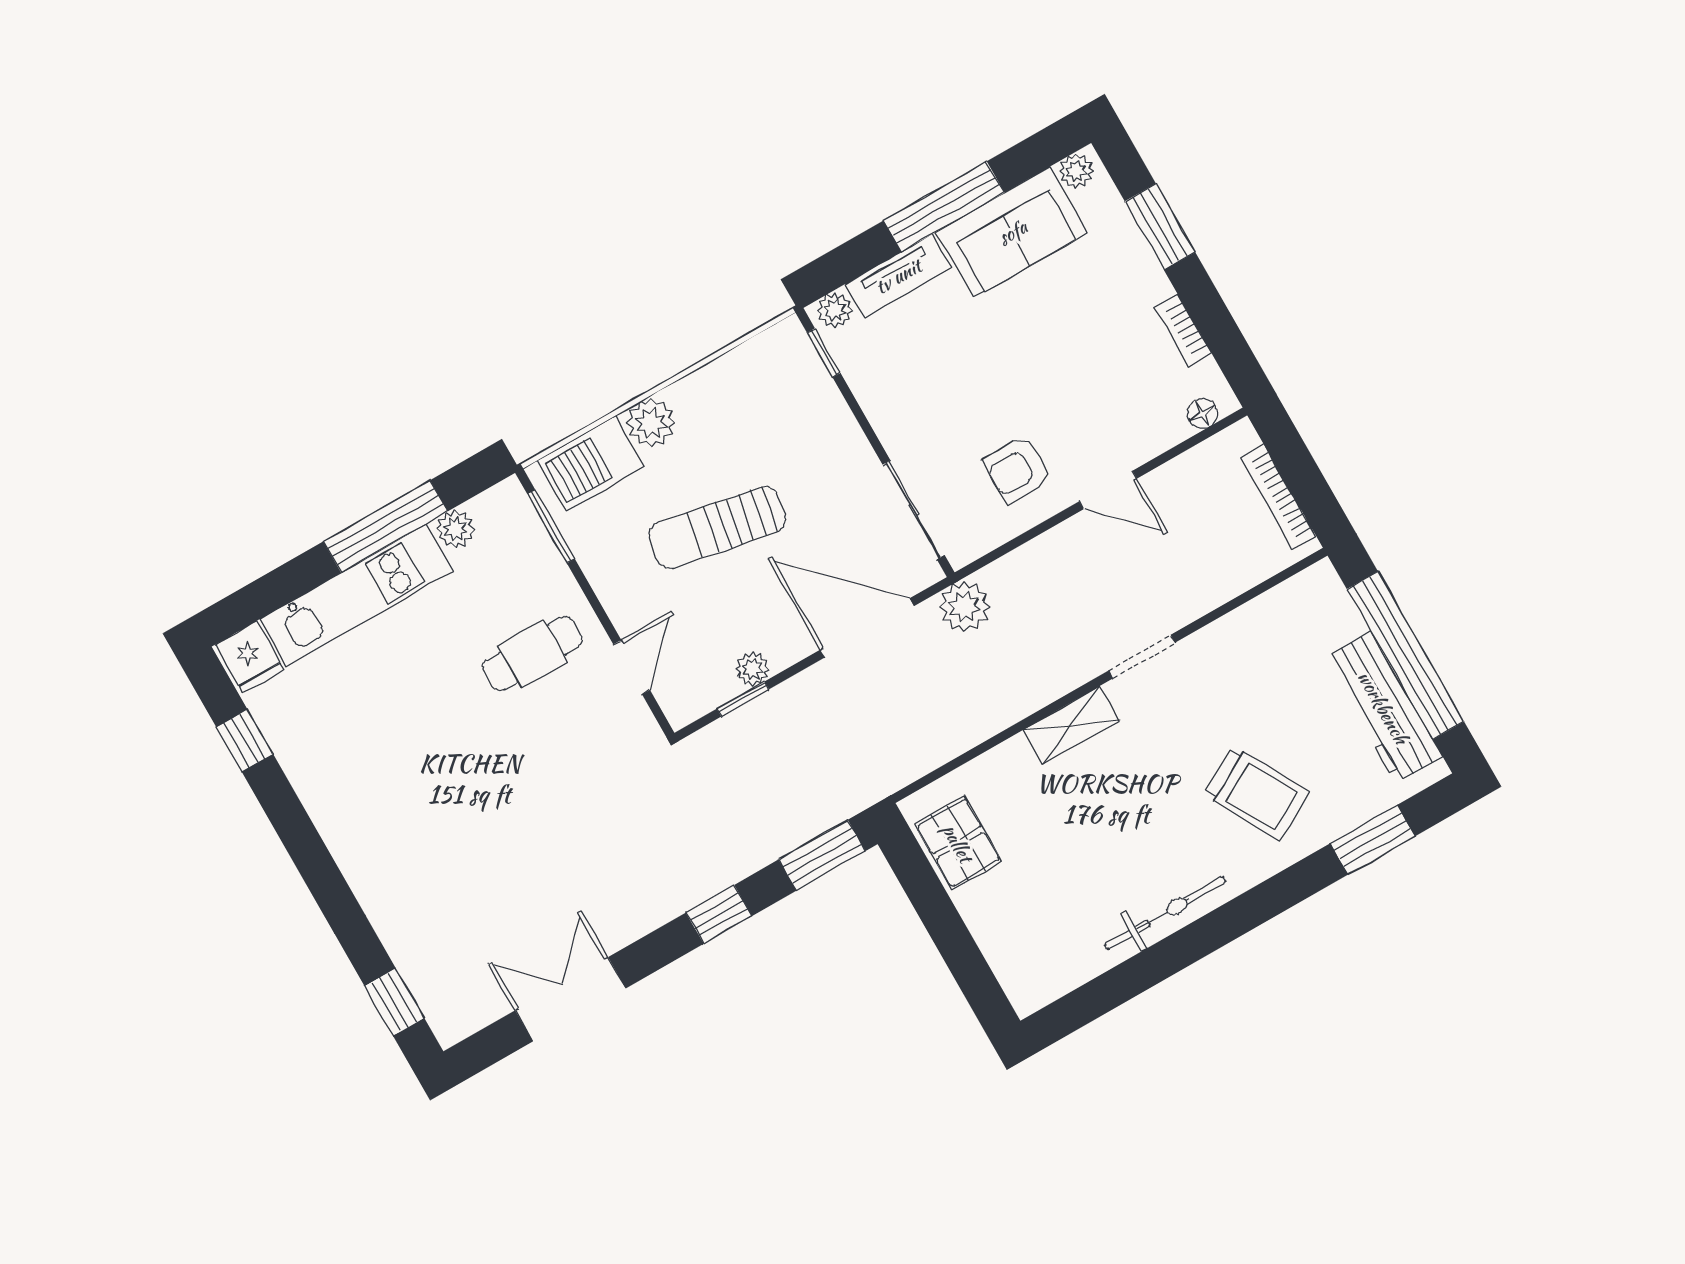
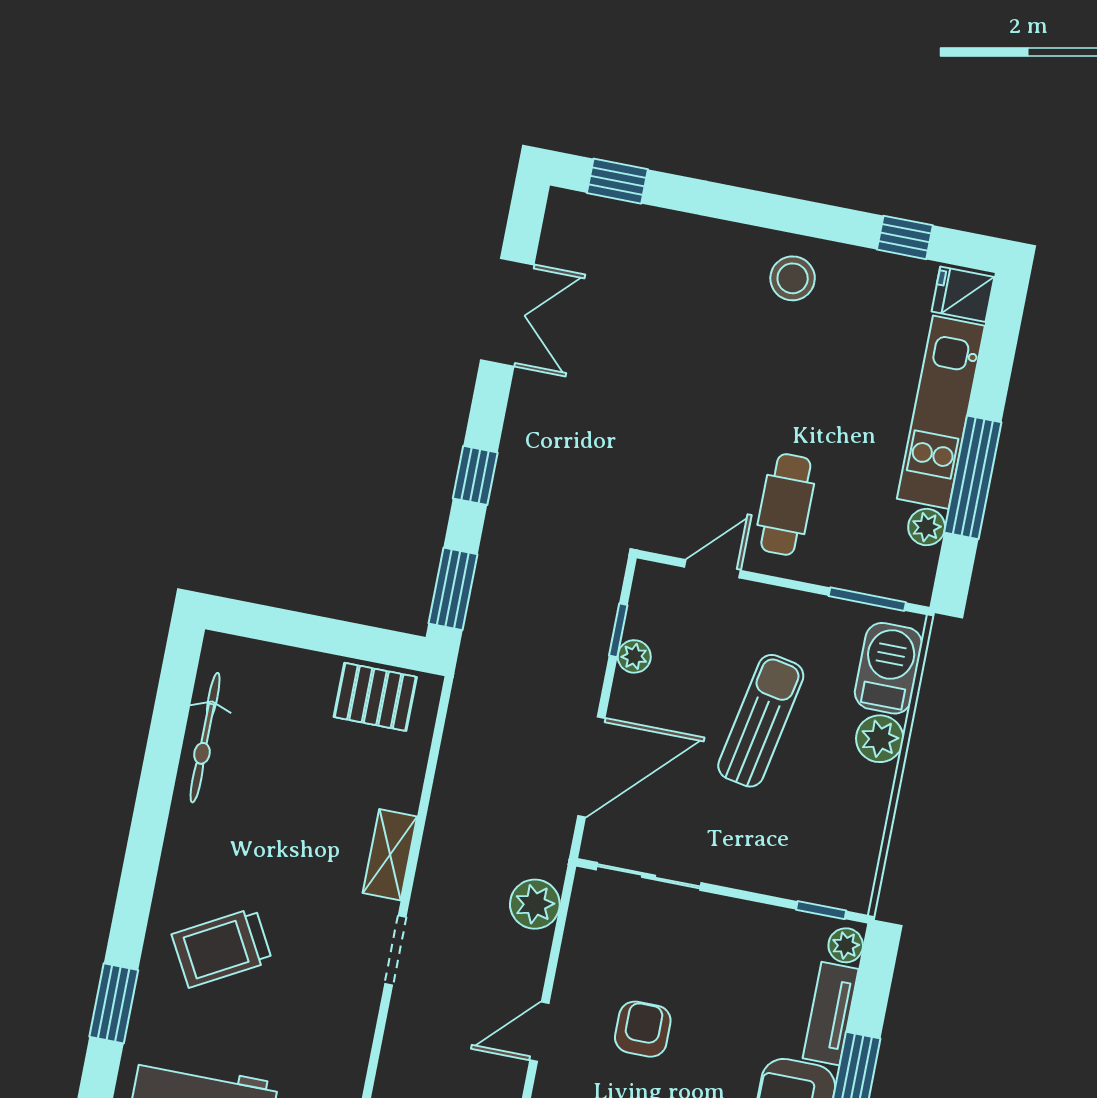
armchair: (1017, 470) -> (643, 1029), moved
plant: (964, 607) -> (535, 904), moved
door: (632, 667) -> (713, 569), swing flipped
stool: (352, 800) -> (793, 278), added
bicycle: (1165, 913) -> (205, 738), moved

